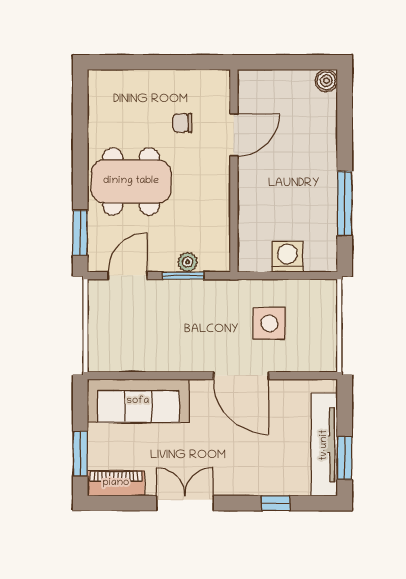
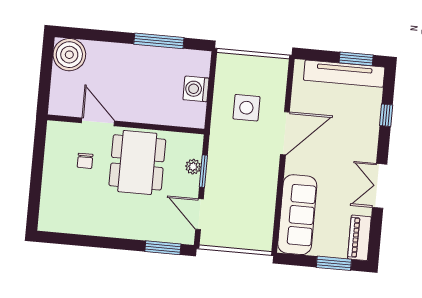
boiler: (326, 81) -> (69, 55), width x1.86, depth x1.86
dining table: (131, 181) -> (137, 162), moved

